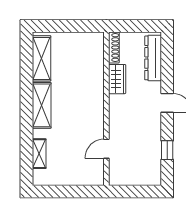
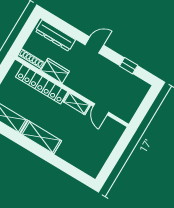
locker: (95, 74) -> (42, 84), added
shelving: (39, 154) -> (77, 103), moved

